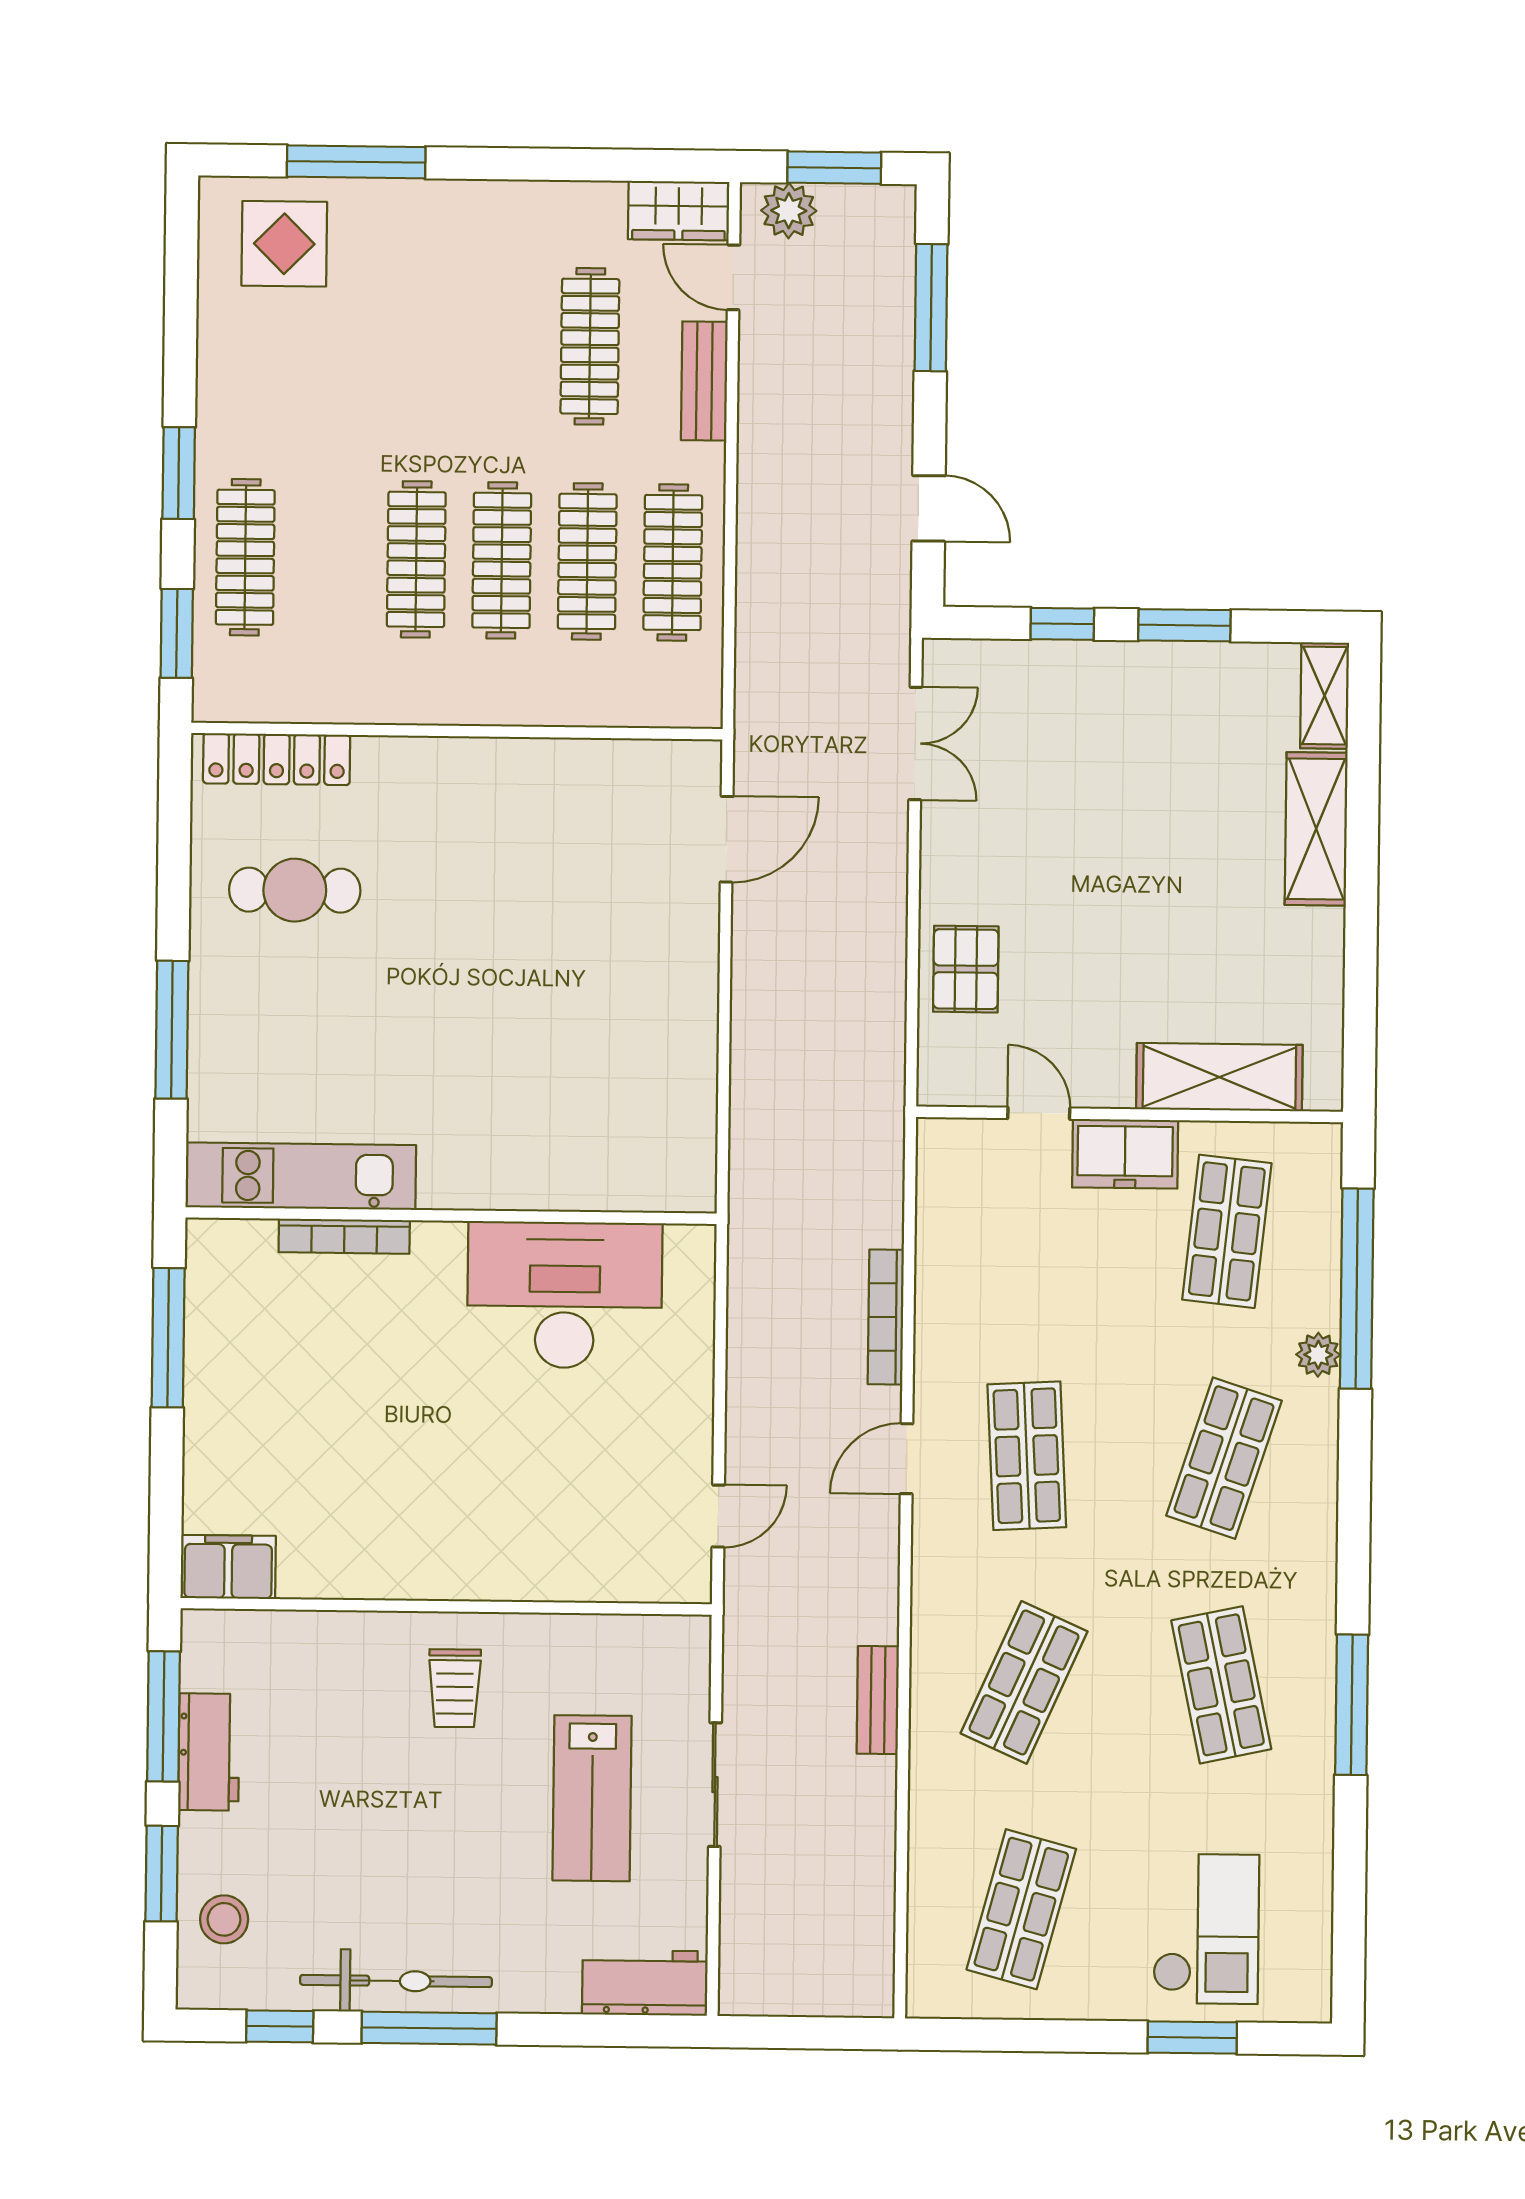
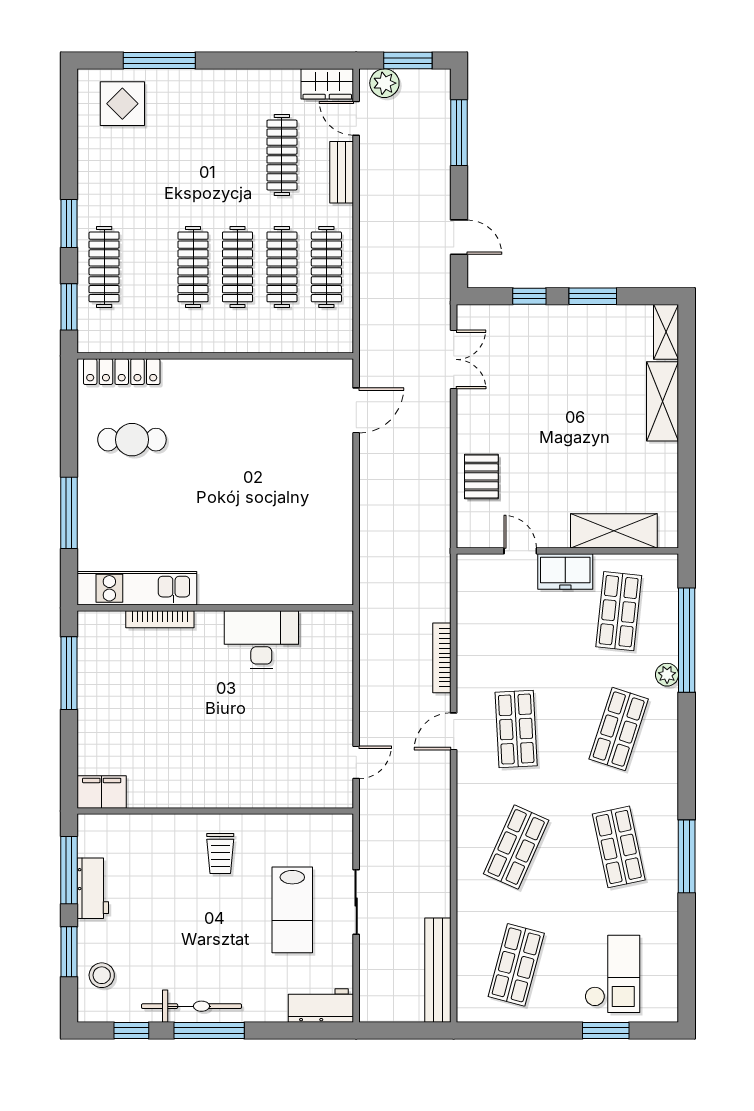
desk: (565, 1295) -> (261, 640), width x0.73, depth x0.77
bench: (878, 1700) -> (438, 970), moved, width x1.86, depth x1.21

